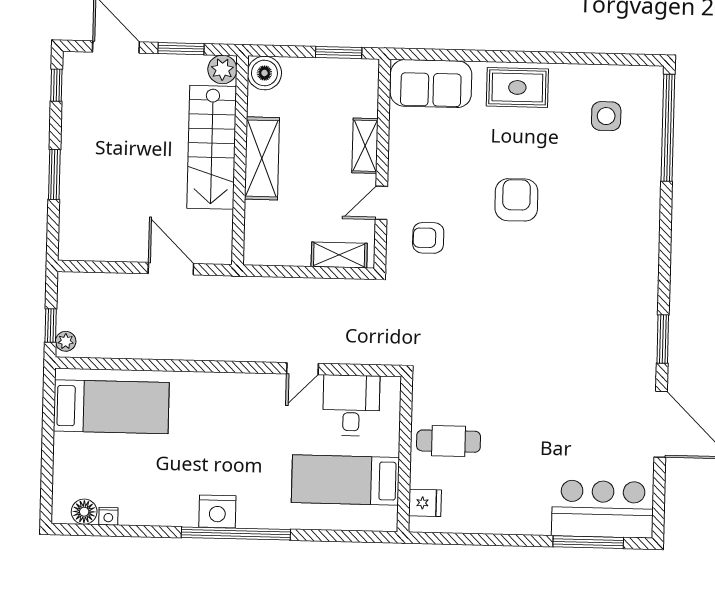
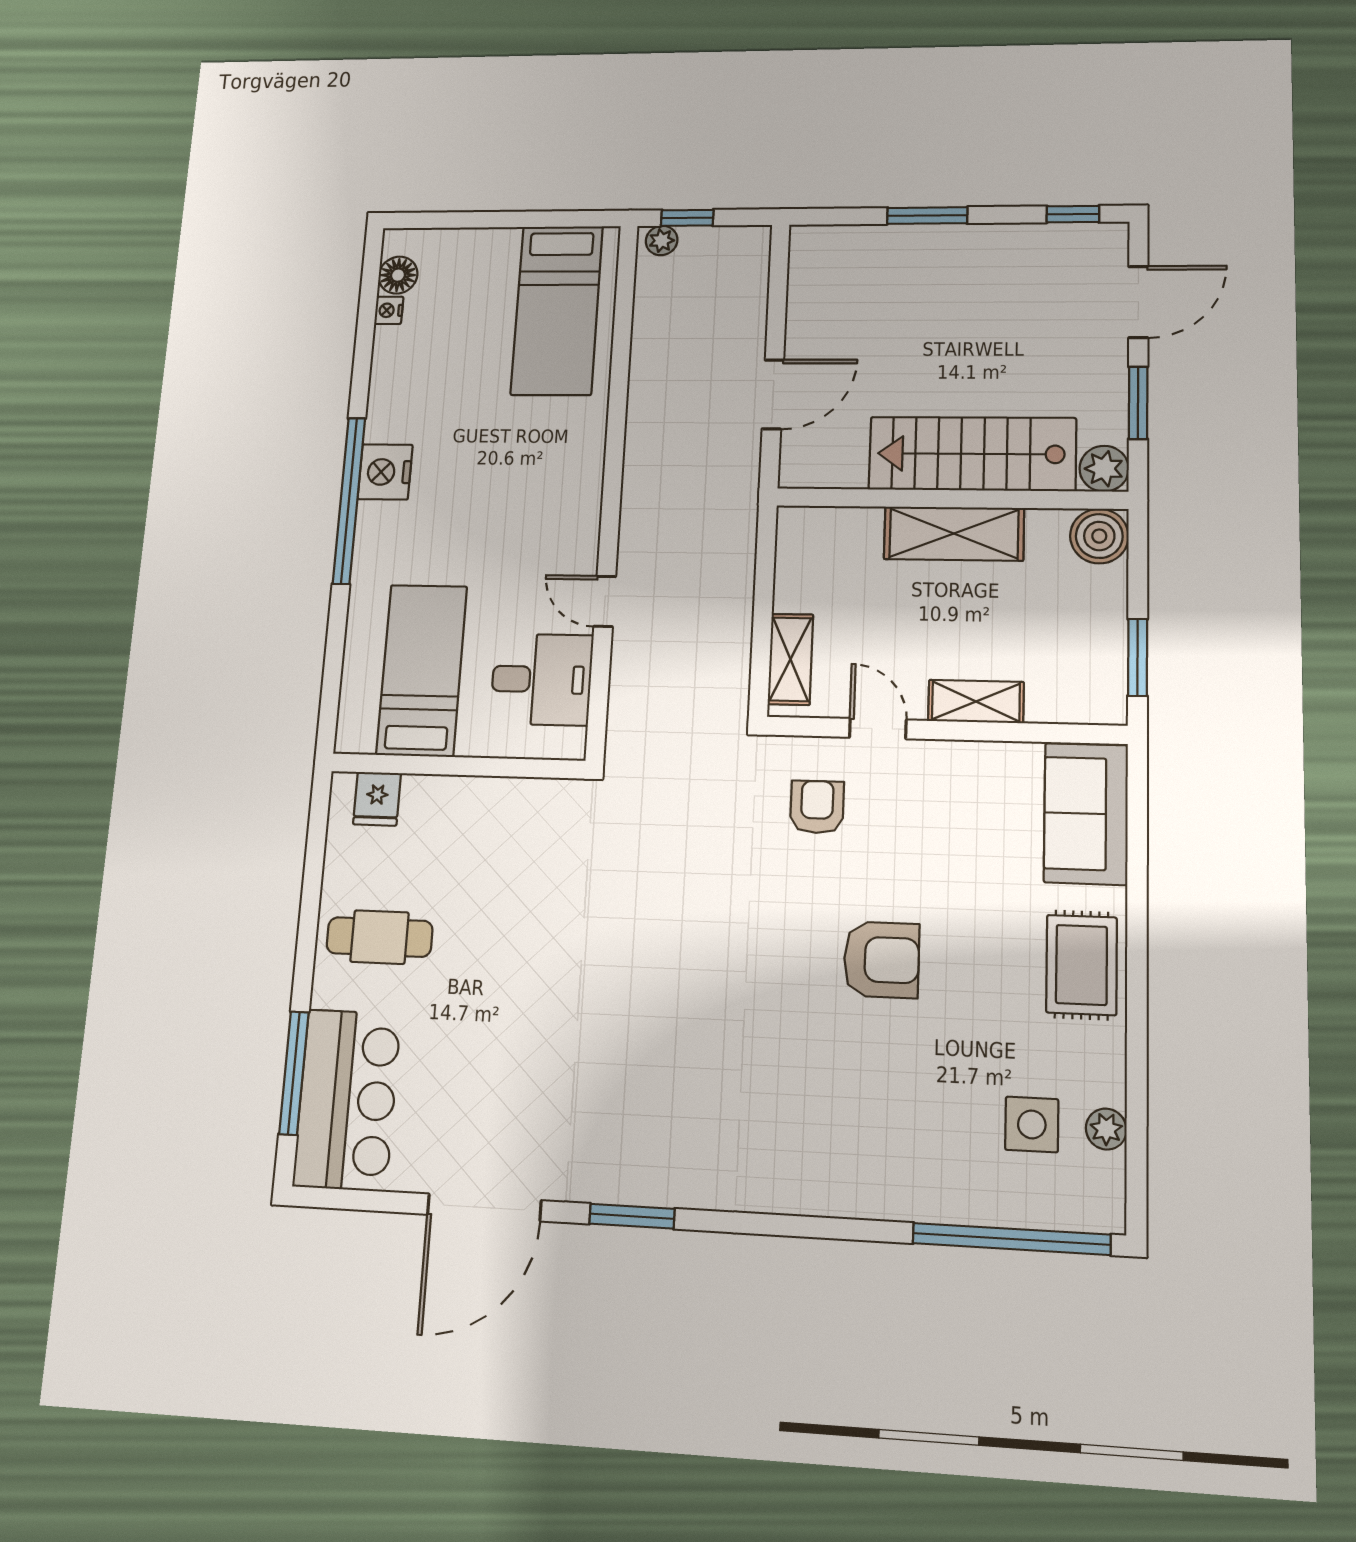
plant: (608, 75) -> (1106, 1129), added
cafe table: (449, 441) -> (379, 937), moved, turned 90

